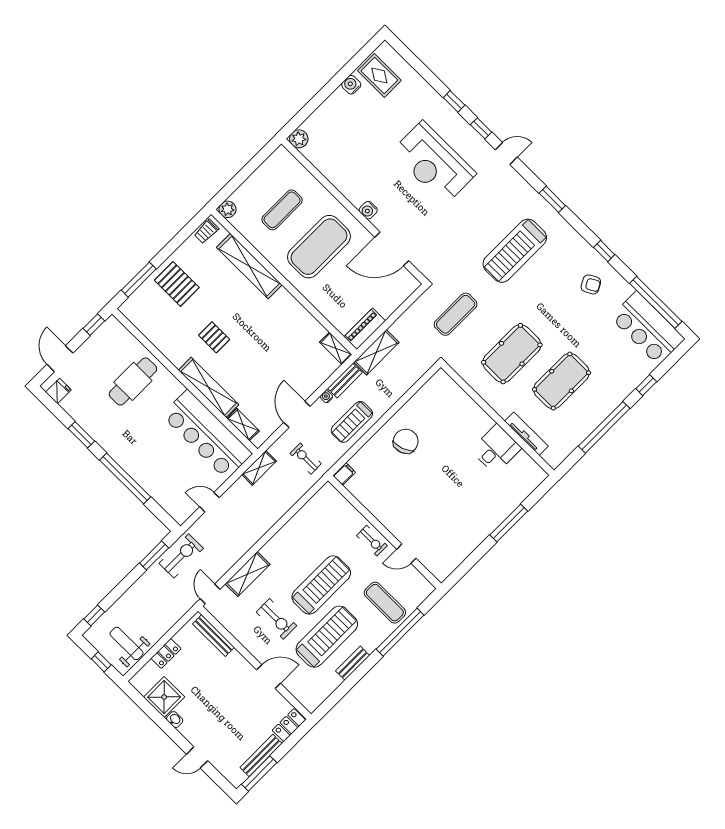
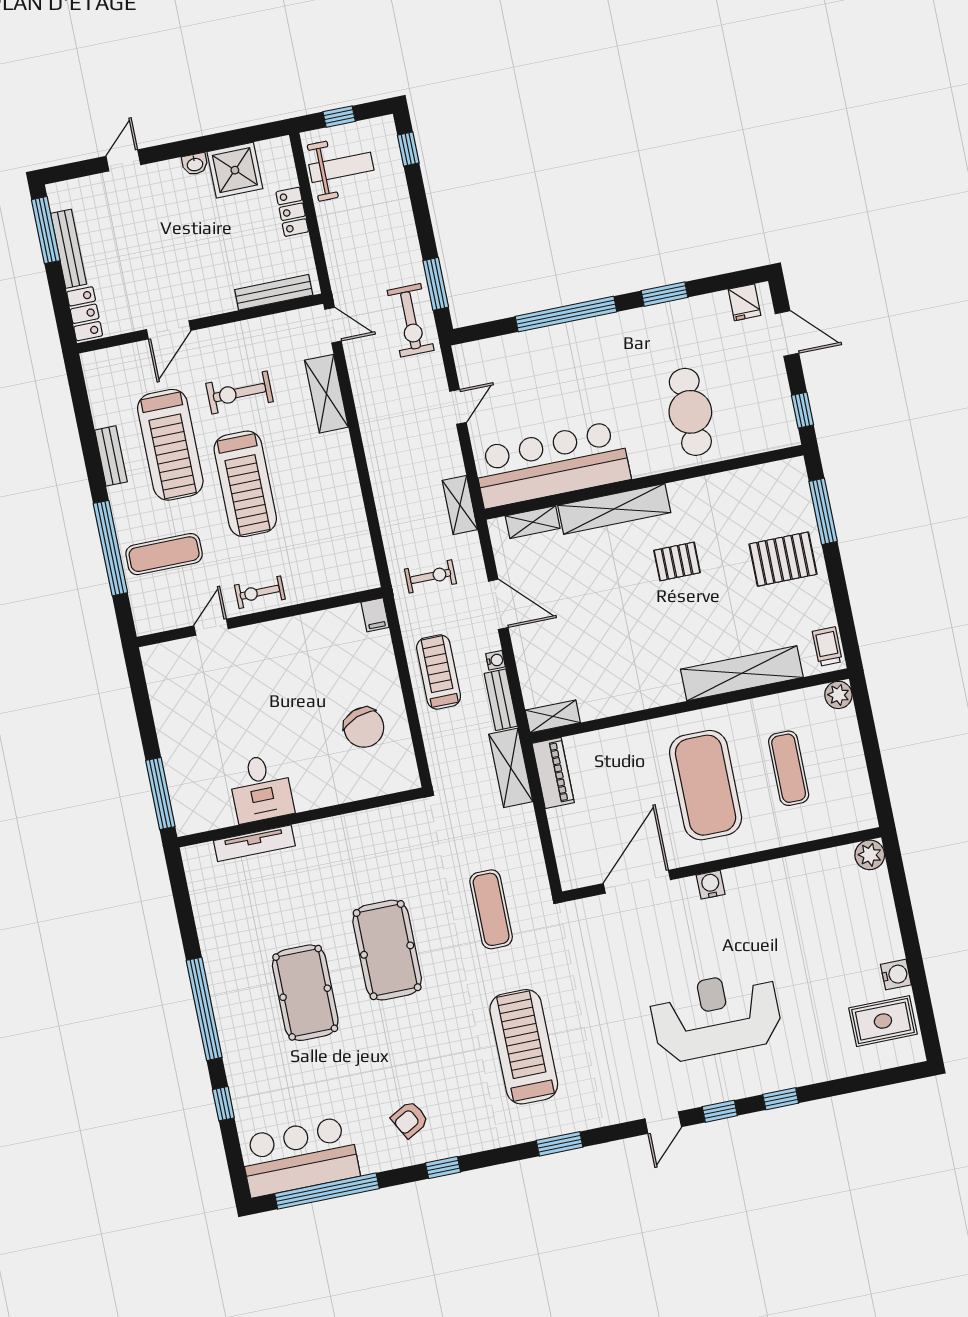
wall: (497, 419) -> (301, 817), moved
tv unit: (526, 434) -> (254, 843), moved
desk: (496, 449) -> (261, 788), moved

